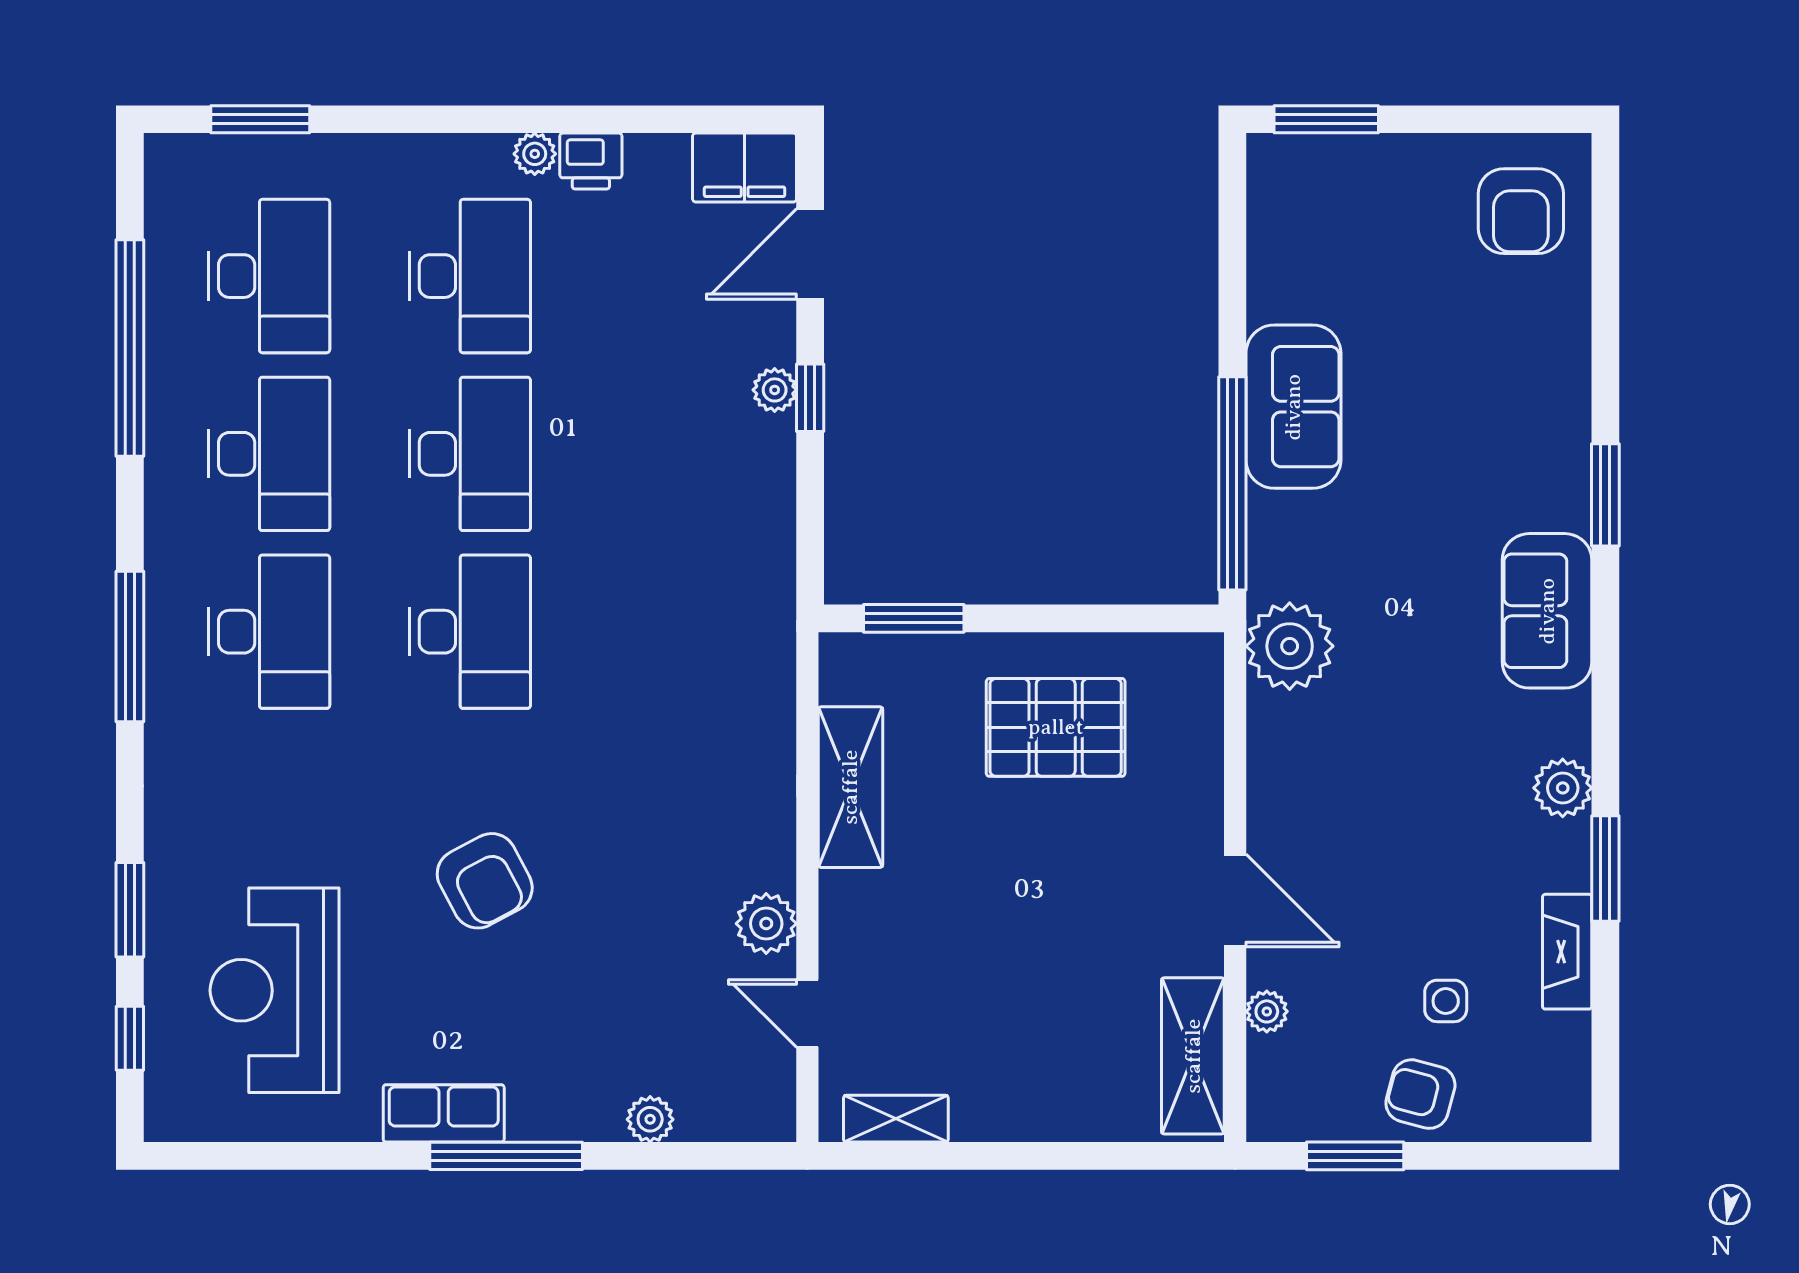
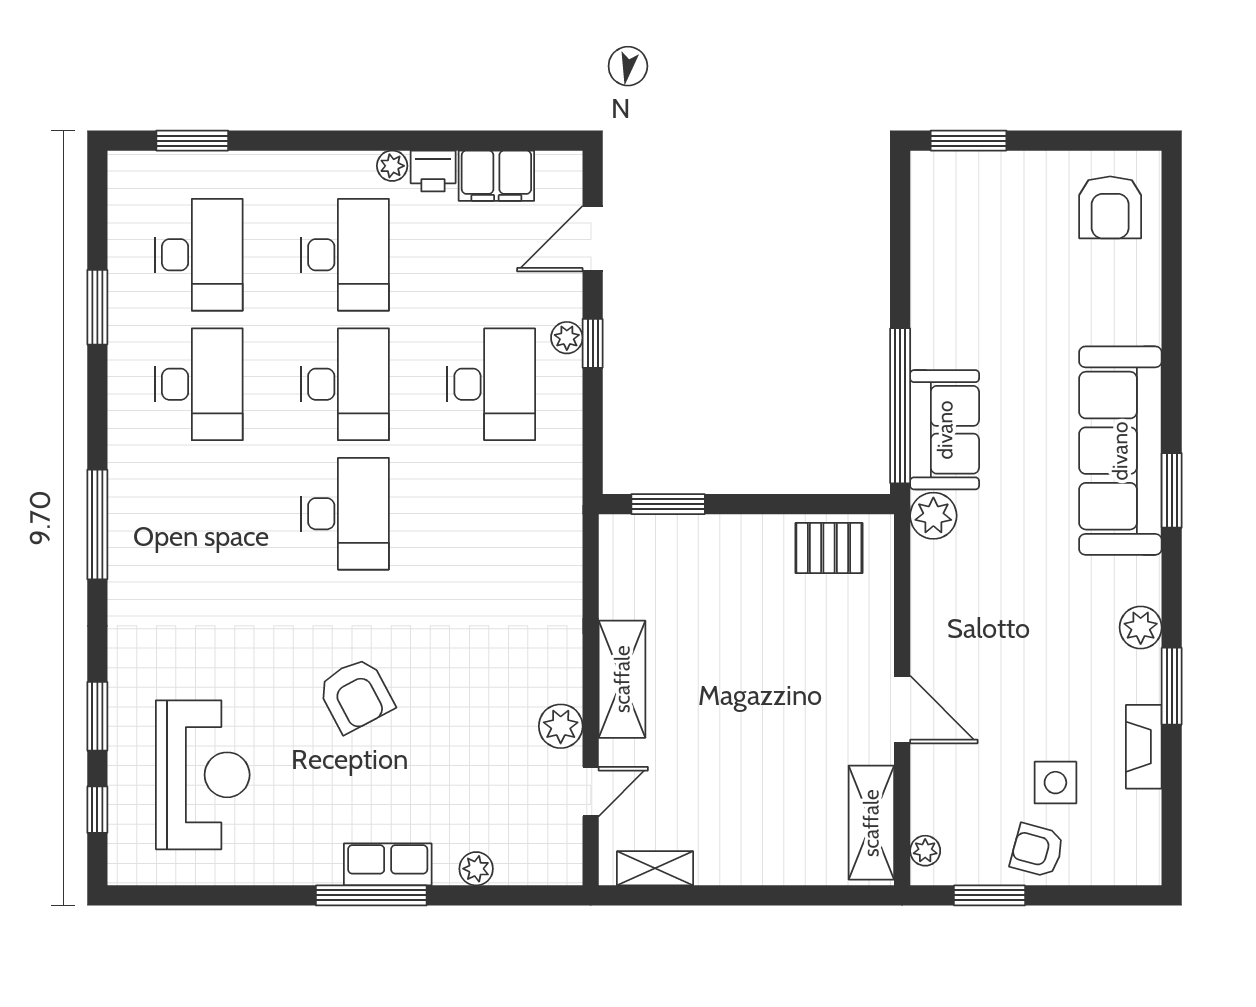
filing cabinet: (745, 168) -> (496, 176), moved
window: (130, 348) -> (97, 307), width x0.47
sofa: (1293, 407) -> (945, 430), moved
window: (1605, 495) -> (1172, 490), moved
sofa: (1547, 611) -> (1120, 451), width x1.85, depth x1.27
desk: (269, 632) -> (491, 384), moved
plant: (1290, 646) -> (933, 516), width x0.73, depth x0.73
pallet: (1056, 727) -> (829, 548), moved, width x0.67, depth x0.71
shelving: (850, 787) -> (622, 679), moved
reception desk: (275, 990) -> (203, 775), turned 180
side table: (1446, 1001) -> (1055, 783), width x1.37, depth x1.37
plant: (1267, 1011) -> (925, 851), moved
door: (807, 1013) -> (591, 792), swing flipped
row of seats: (444, 1113) -> (388, 864), moved

